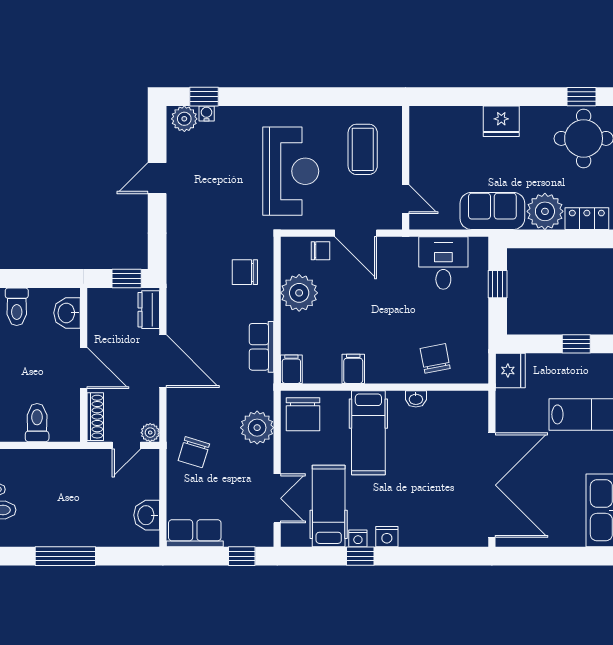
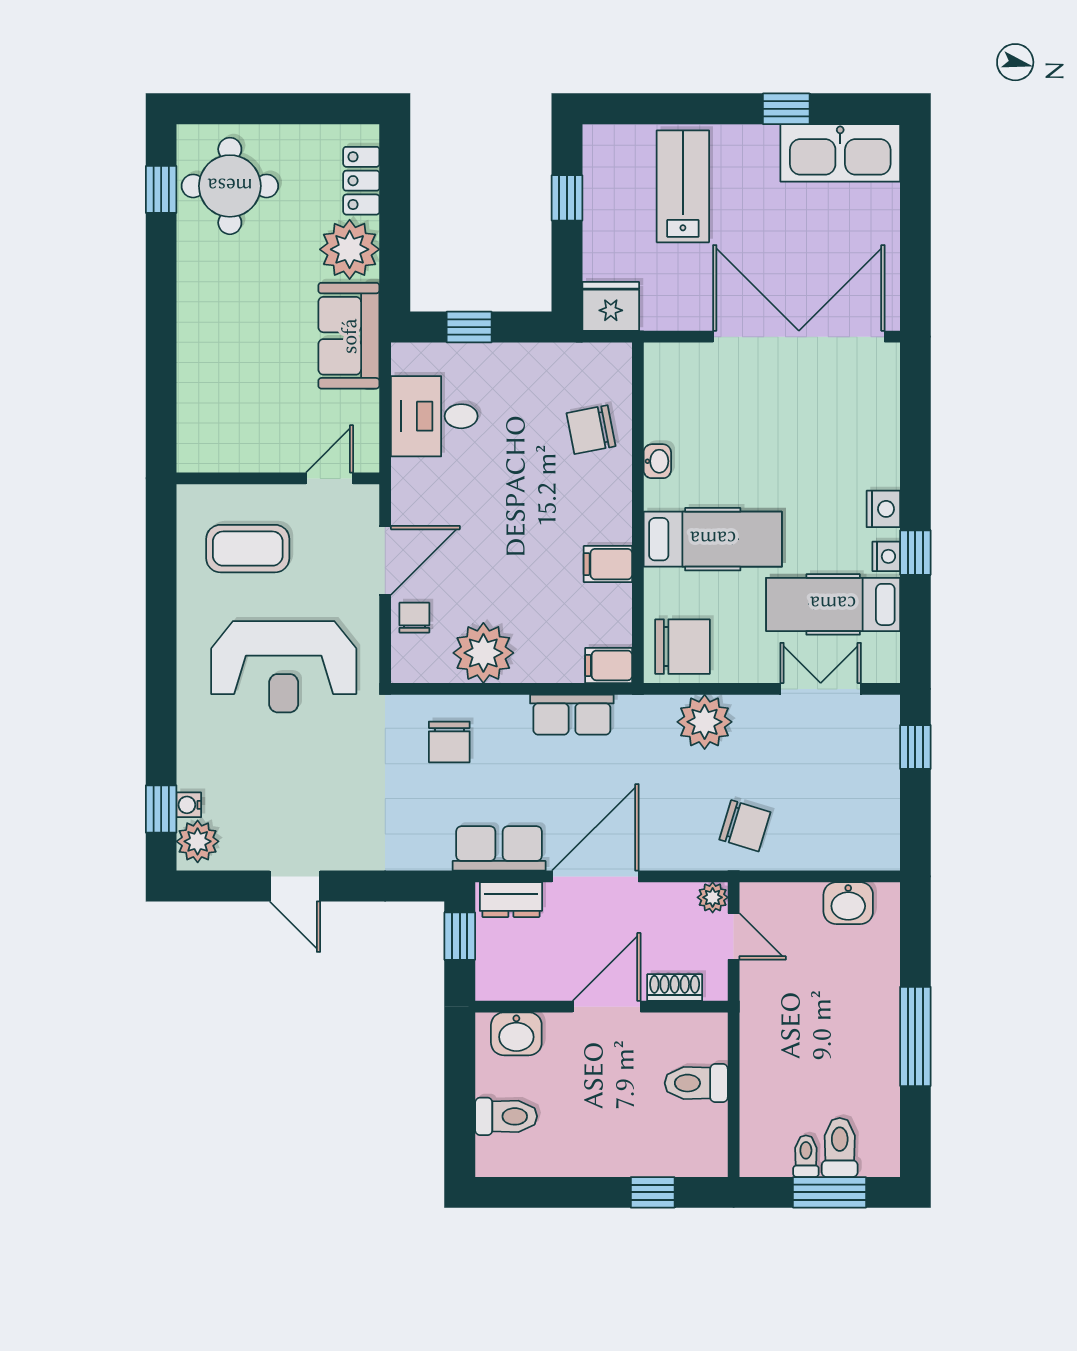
fridge: (501, 121) -> (202, 321), removed
reception desk: (291, 171) -> (284, 667), turned 180
shoe rack: (95, 417) -> (675, 988), width x0.70
row of seats: (195, 533) -> (499, 848), moved, turned 90

